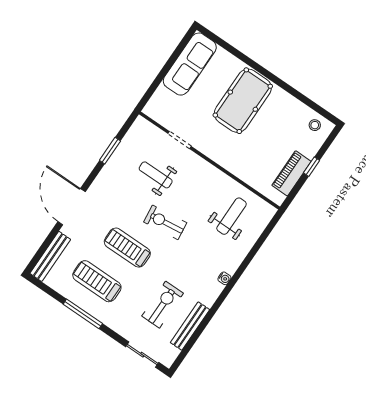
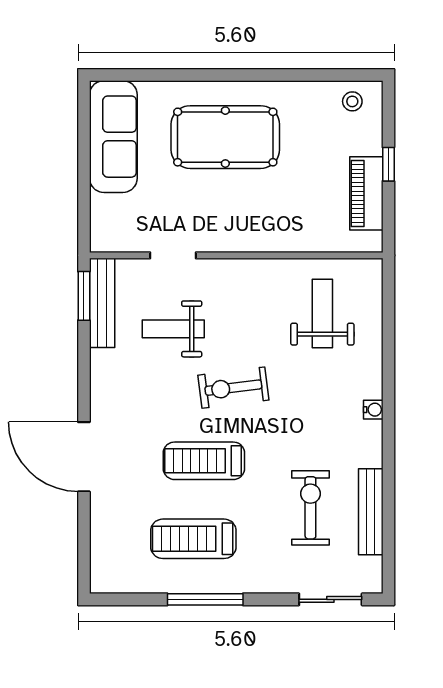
pool table: (243, 101) -> (225, 137), turned 90
window: (110, 151) -> (84, 296), moved
bench: (50, 256) -> (102, 303), moved

